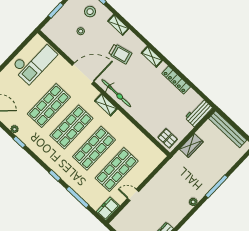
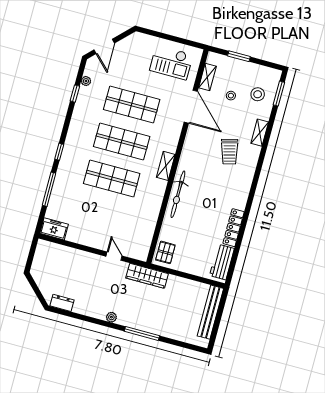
shelving: (152, 57) -> (207, 77), moved
checkout: (34, 61) -> (171, 62), width x0.73, depth x0.83
door: (83, 73) -> (191, 107), moved
bicycle: (116, 93) -> (178, 194), moved
workbench: (199, 113) -> (222, 262), moved, turned -90
wardrobe: (191, 146) -> (147, 276), moved, width x1.50
shop shelf: (117, 170) -> (102, 215), removed
door: (133, 195) -> (114, 256), moved

